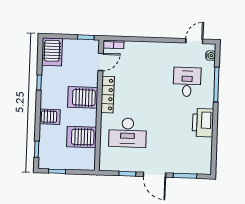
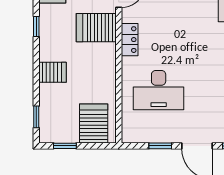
locker: (108, 95) -> (130, 40), width x0.66
server rack: (83, 97) -> (96, 28), moved
server rack: (82, 137) -> (94, 124), moved, turned 90

